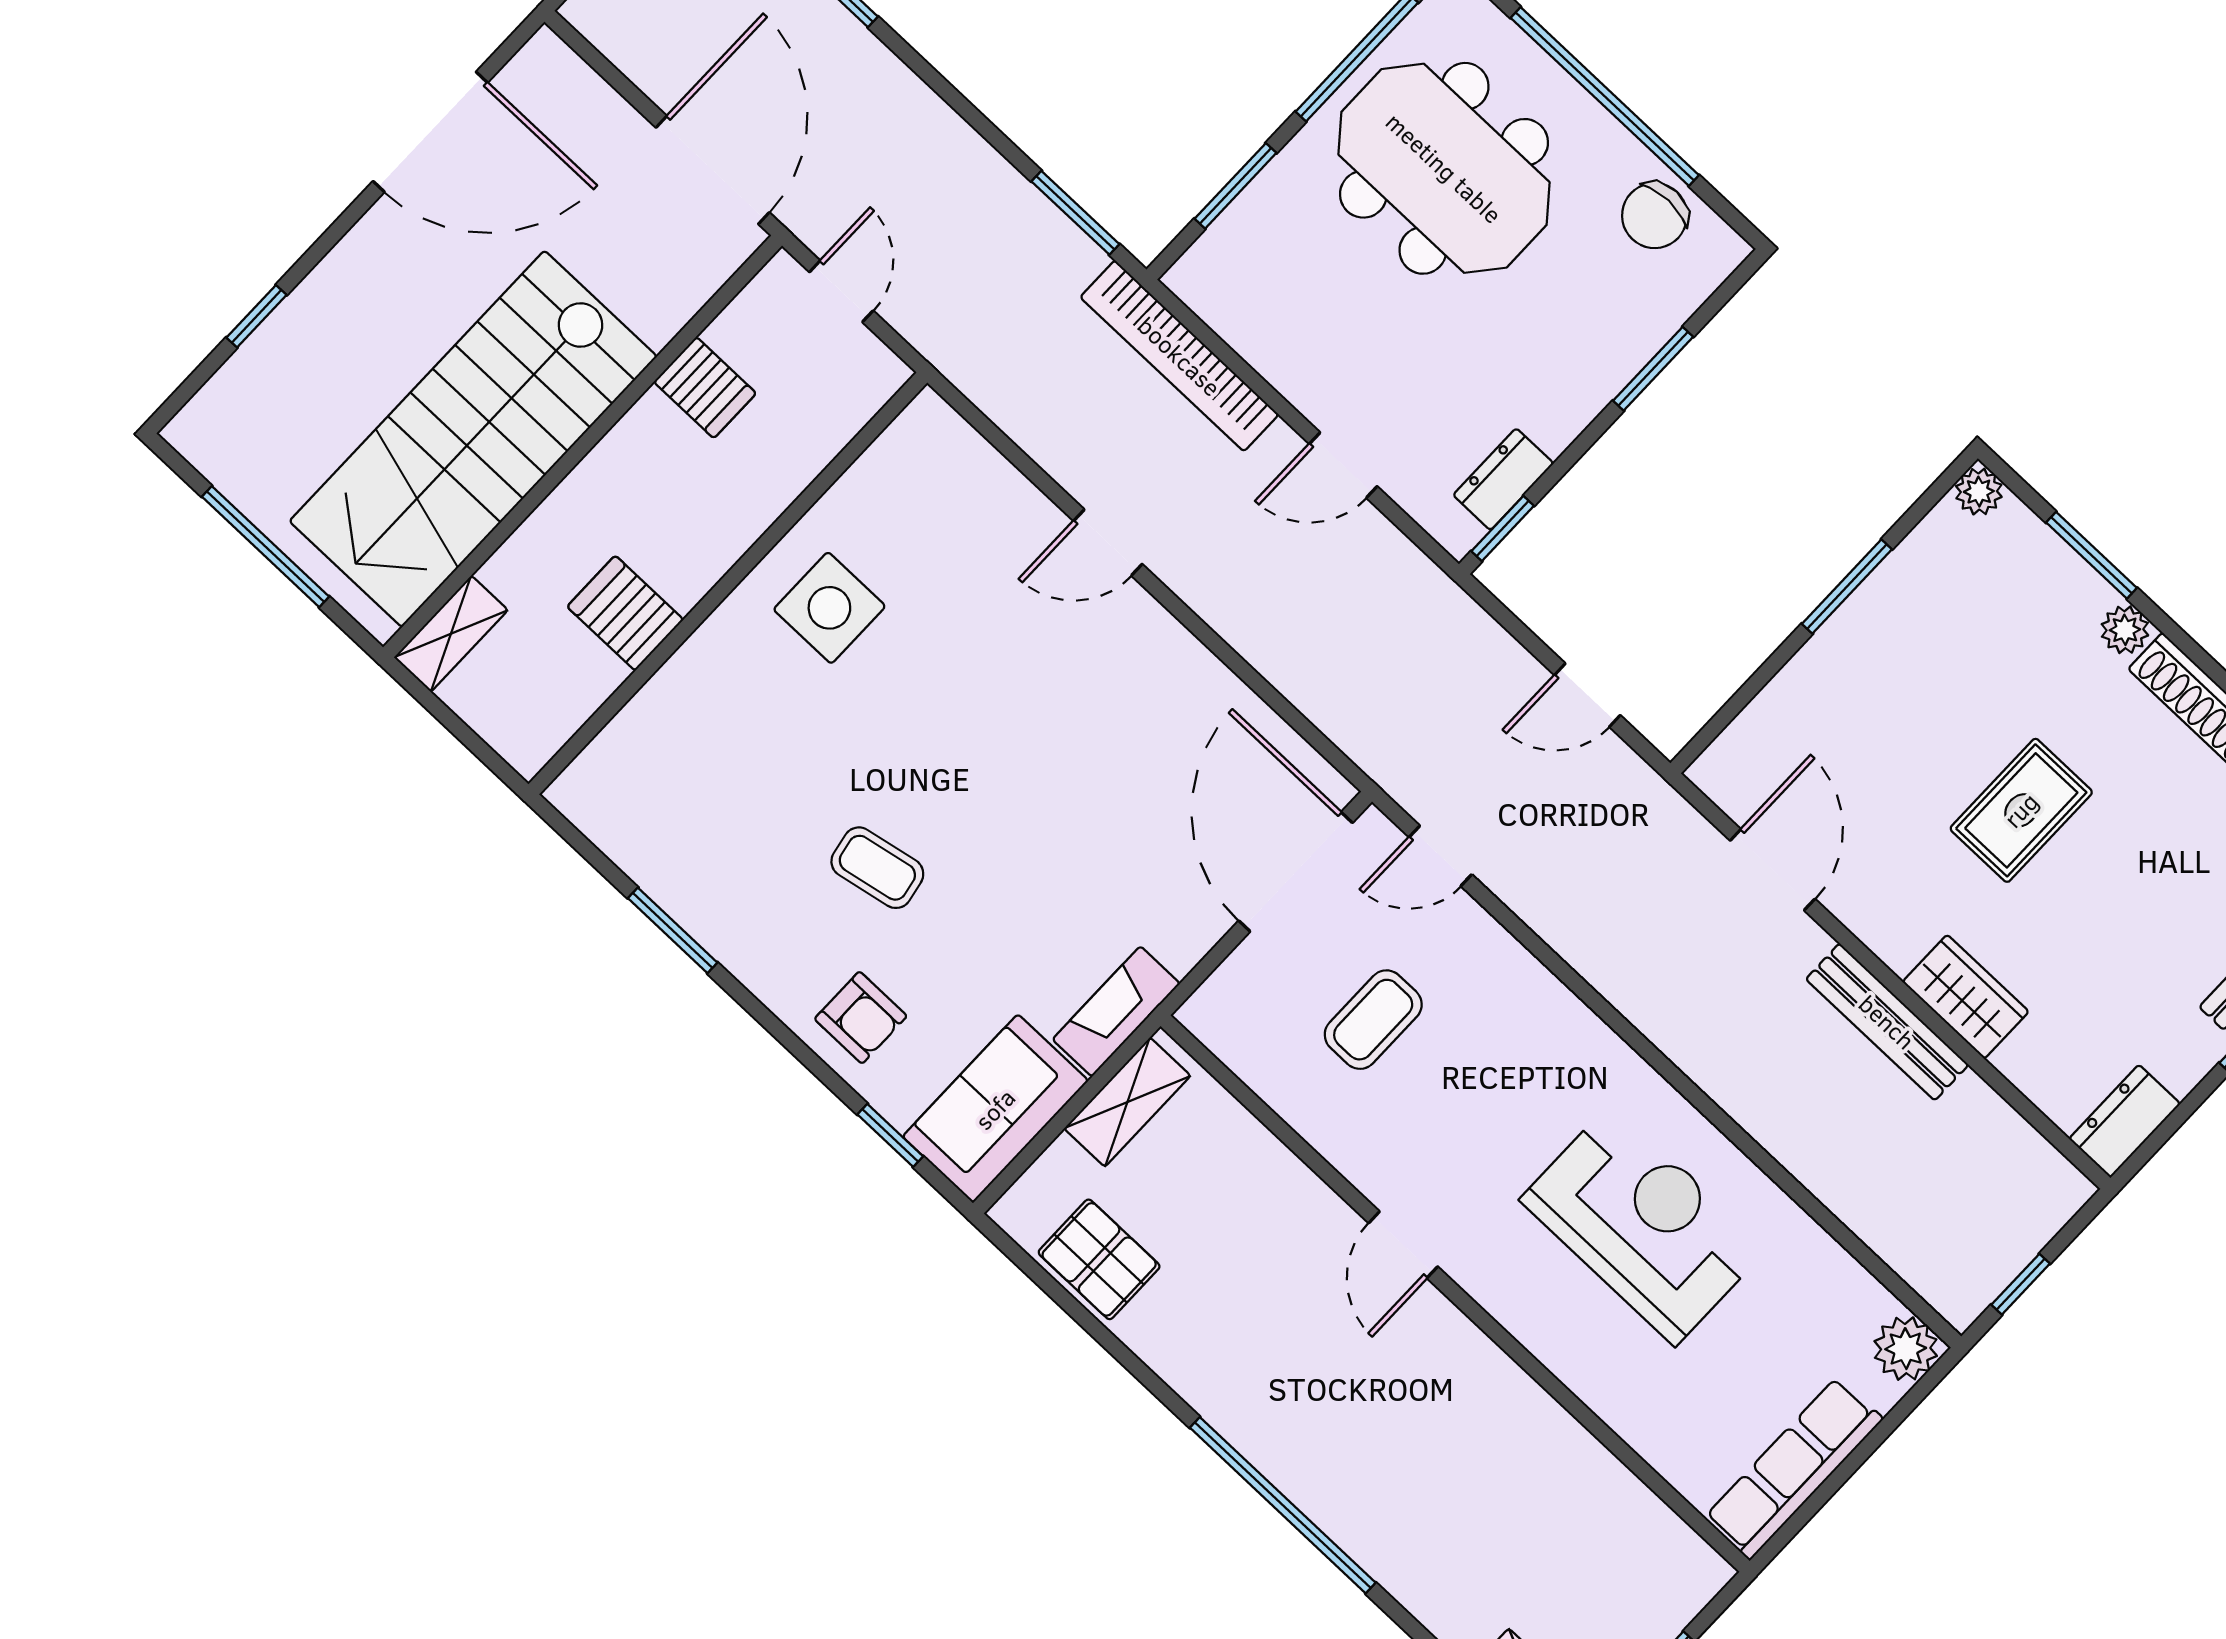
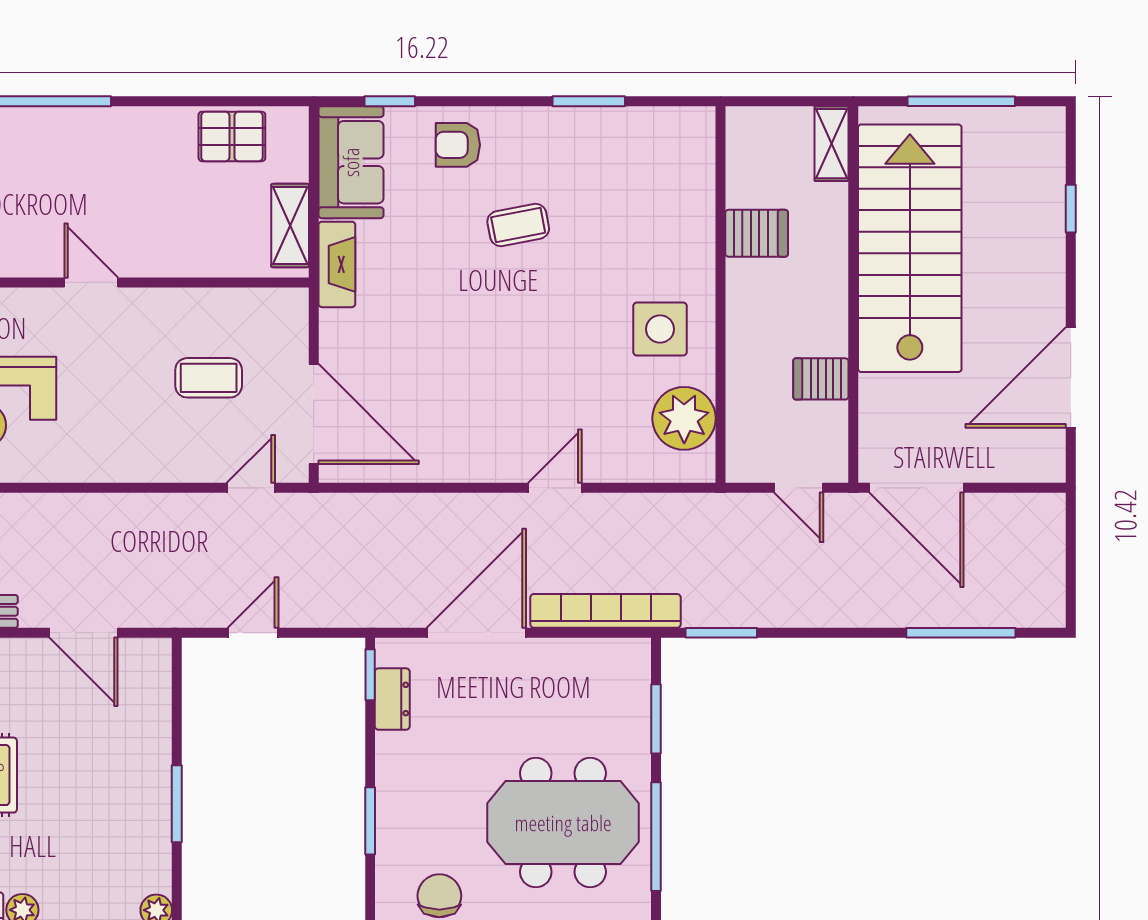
door: (1343, 465) -> (476, 633), width x1.87
plant: (895, 485) -> (684, 418), added
coffee table: (1373, 1020) -> (209, 378), turned 90

